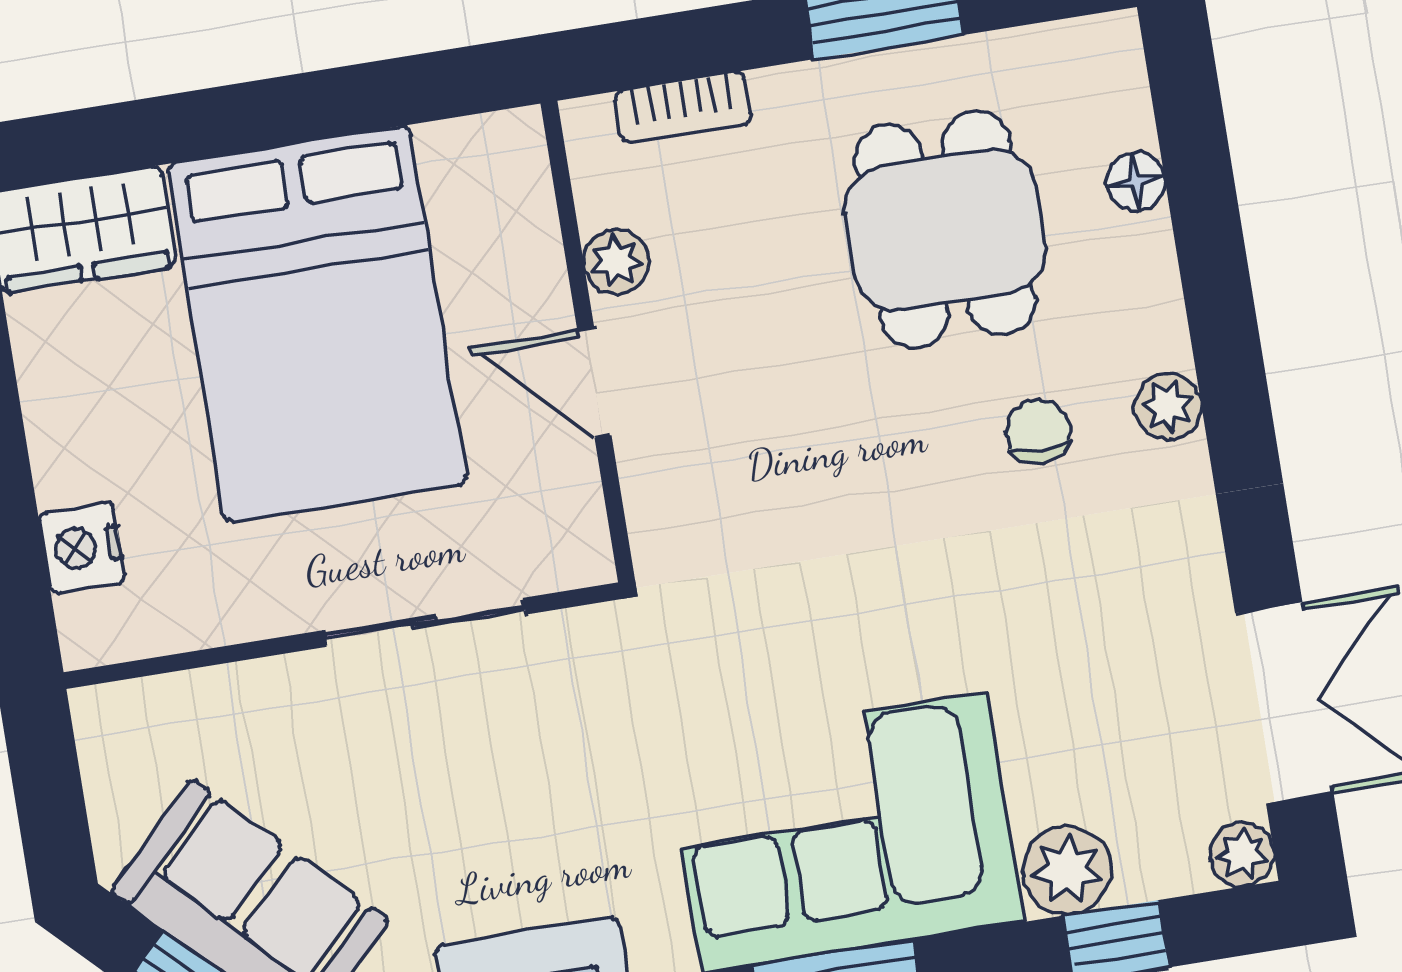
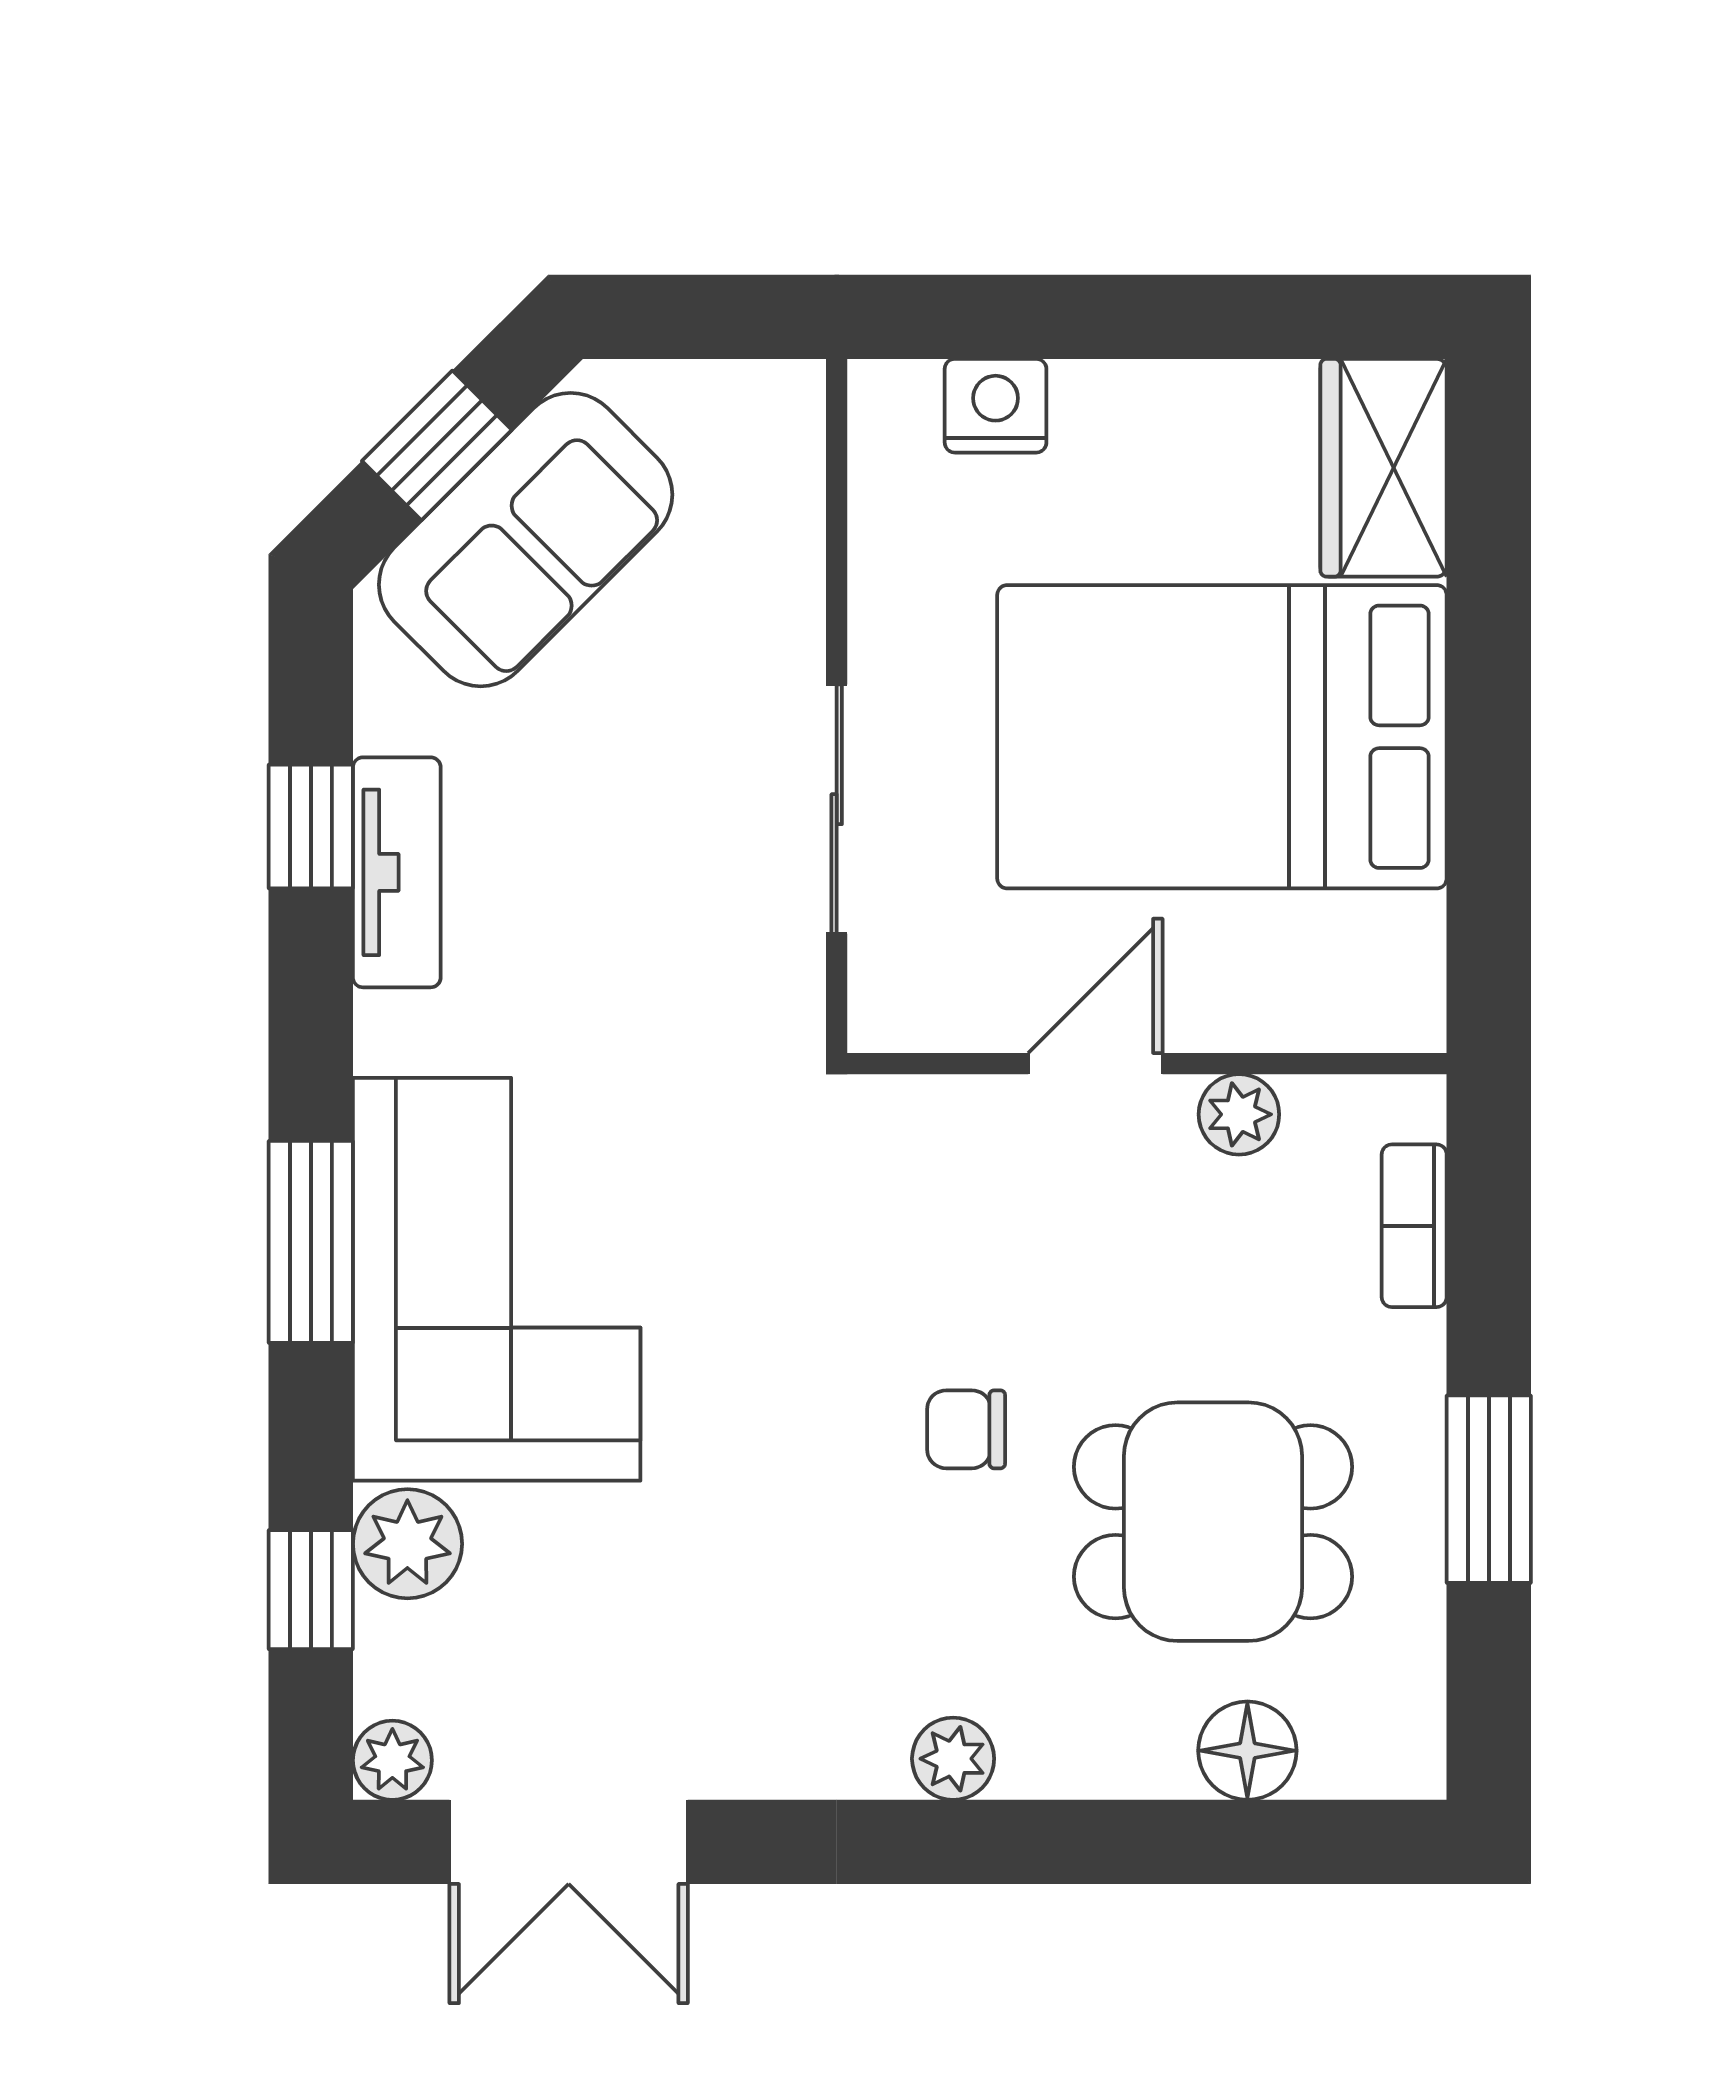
floor lamp: (1136, 181) -> (1247, 1751), width x1.37, depth x1.37
chair: (1038, 431) -> (966, 1429), moved, turned 180

